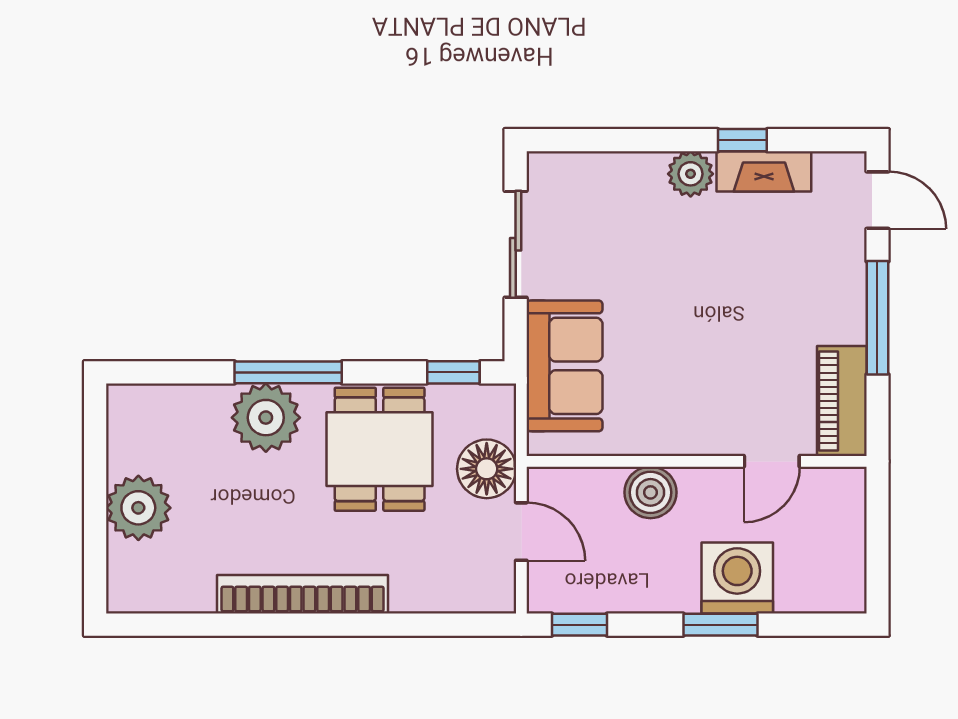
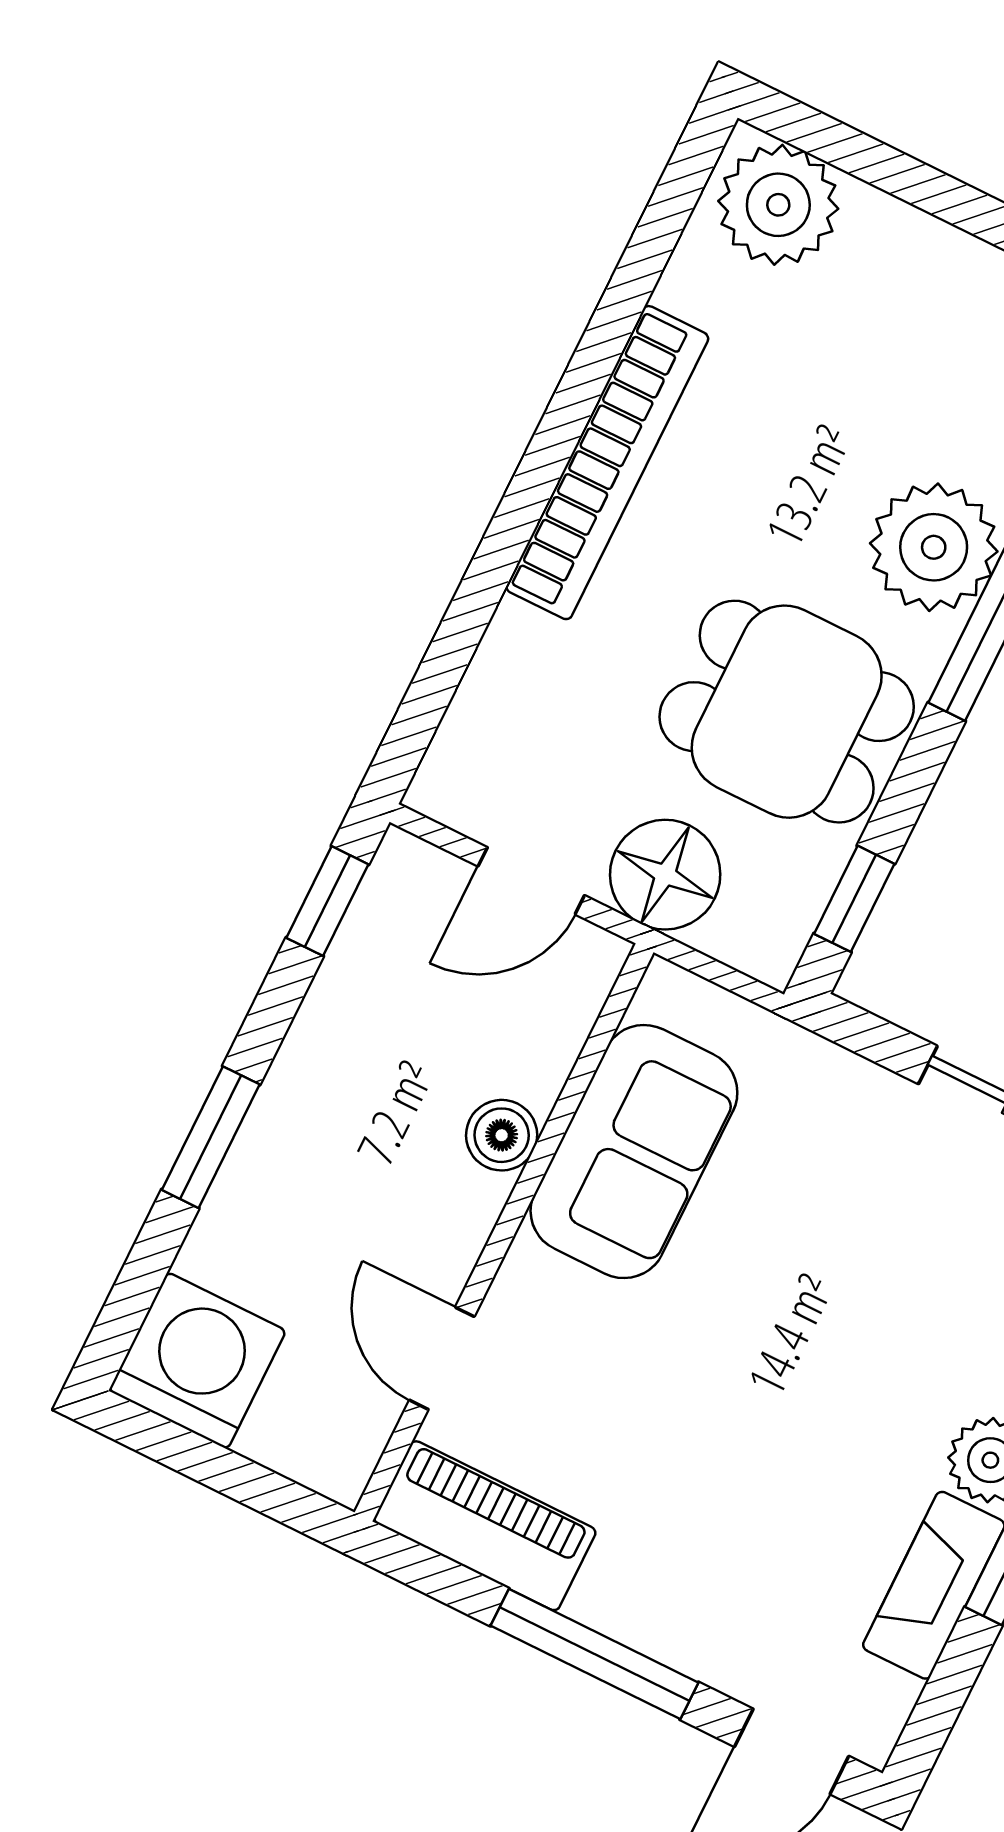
sofa: (564, 366) -> (634, 1152), moved, turned -90
boiler: (650, 492) -> (502, 1135), width x0.73, depth x0.73
plant: (138, 508) -> (778, 205), moved
washing machine: (737, 578) -> (197, 1361), moved, turned -90

